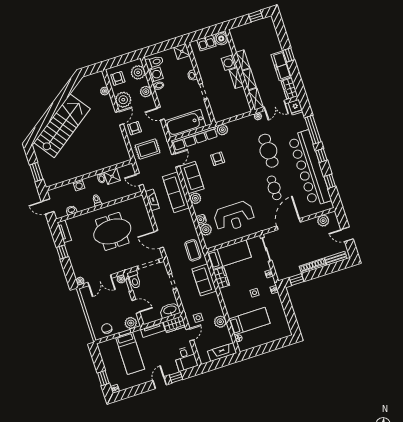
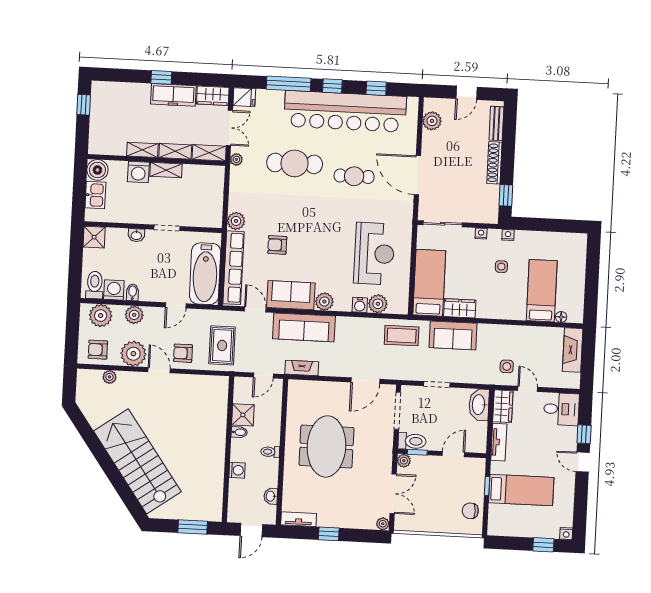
plant: (220, 322) -> (526, 335), removed
plant: (131, 323) -> (476, 471), removed

